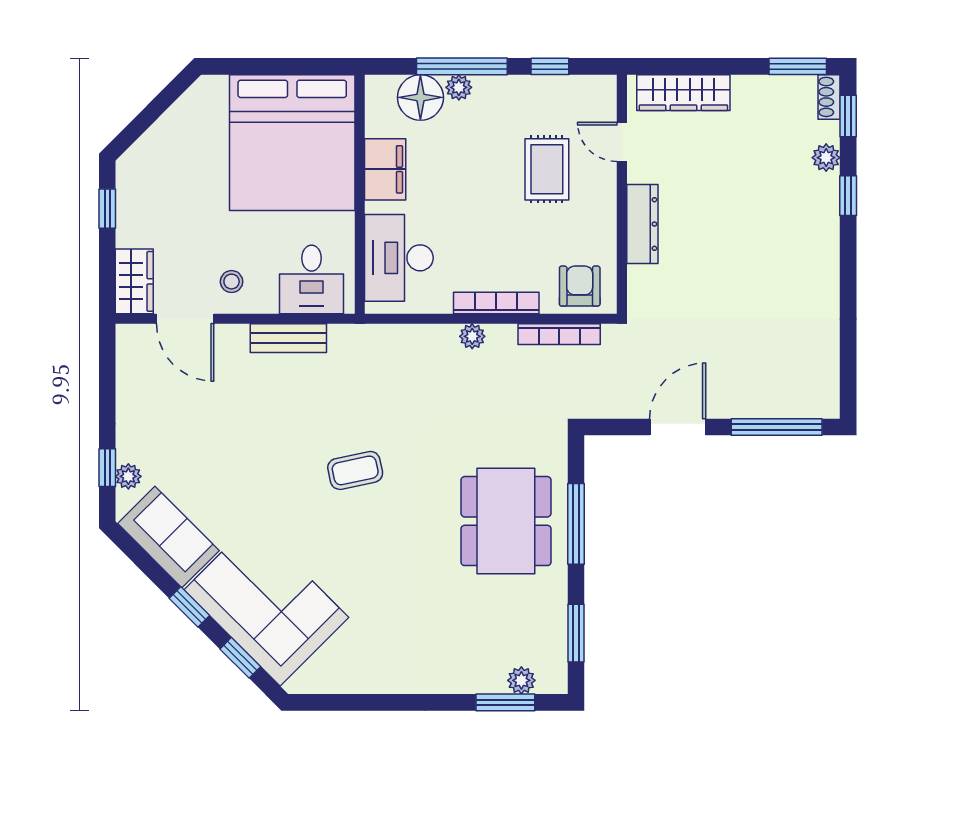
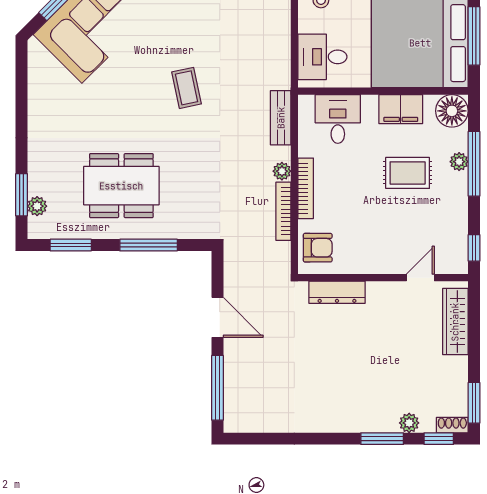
window: (282, 66) -> (474, 36), added
window: (550, 66) -> (474, 248), moved
floor lamp: (420, 97) -> (452, 111), moved
rug: (547, 169) -> (408, 173), moved
window: (848, 196) -> (382, 439), width x1.50
dresser: (642, 224) -> (337, 292), moved
desk: (399, 258) -> (338, 119), width x0.73
bookcase: (559, 334) -> (283, 211), moved
bench: (288, 338) -> (281, 118), moved
dining table: (506, 521) -> (121, 186), moved

